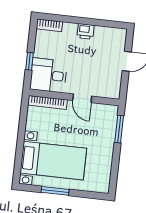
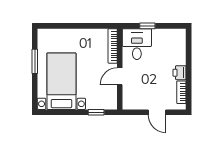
bookcase: (49, 25) -> (181, 92), moved
window: (119, 129) -> (96, 112), width x0.67
bed with nightstands: (53, 161) -> (61, 81), moved, turned 180

